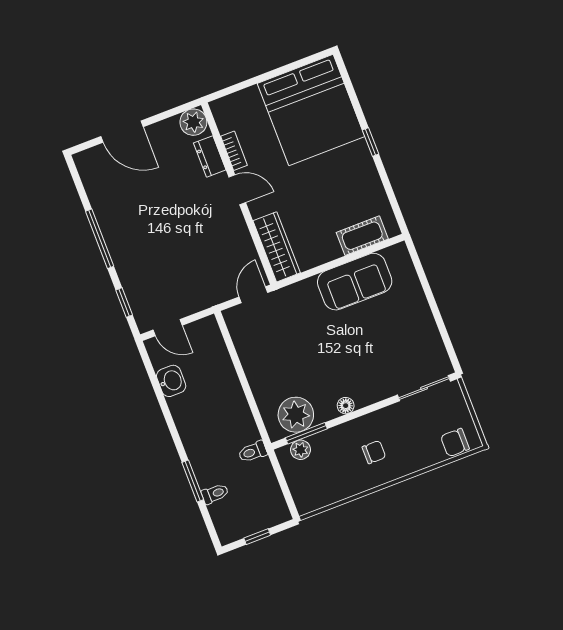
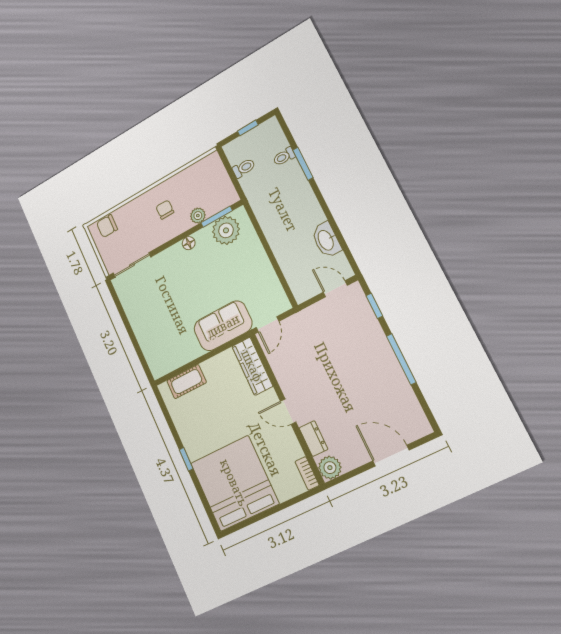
bookcase: (234, 151) -> (307, 473), moved
sofa: (355, 282) -> (223, 326), moved
washbasin: (171, 381) -> (326, 240), width x1.38
chair: (455, 443) -> (107, 226), turned 180
plant: (301, 450) -> (198, 216), moved
toilet: (253, 452) -> (244, 168), moved
chair: (374, 452) -> (165, 210), turned 90

